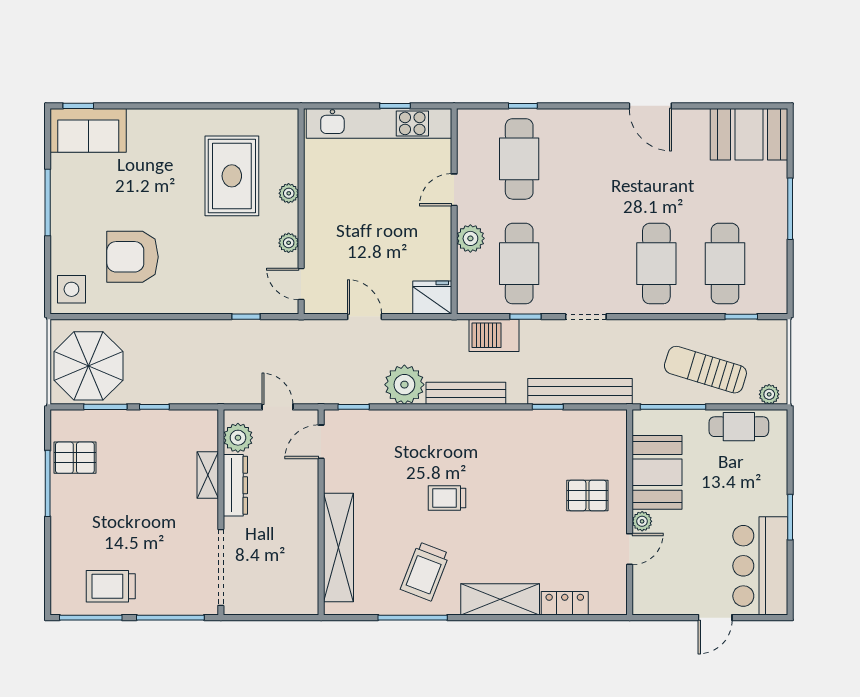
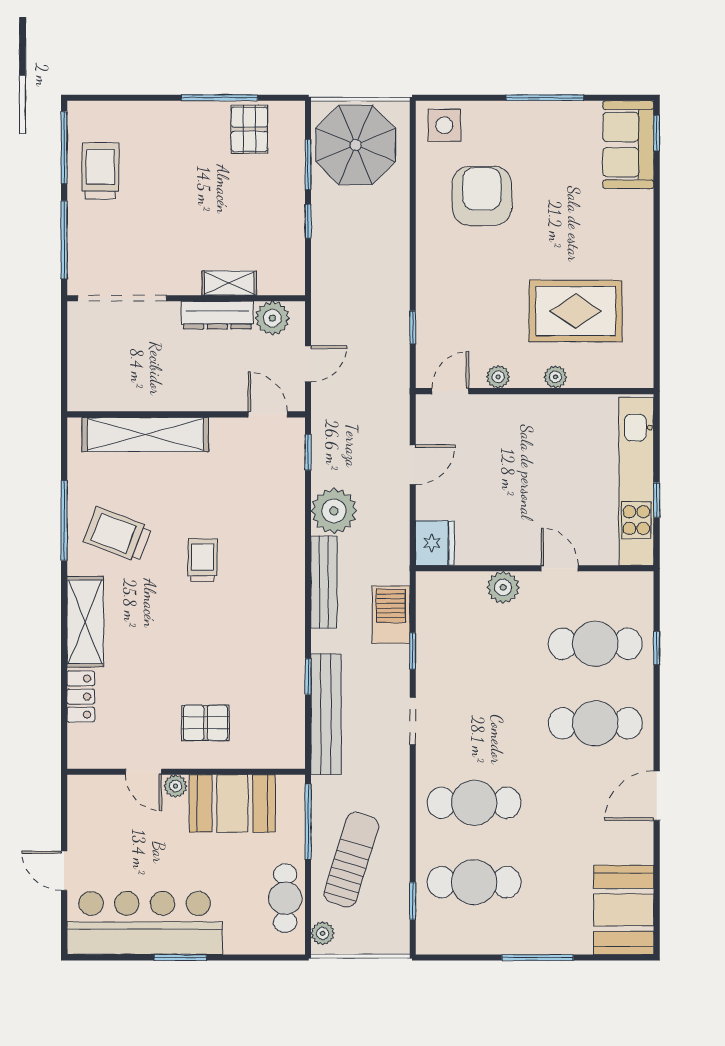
cafe table: (519, 264) -> (595, 723), moved
pallet: (587, 495) -> (205, 723), turned 90
bar counter: (760, 566) -> (145, 923), width x1.36

